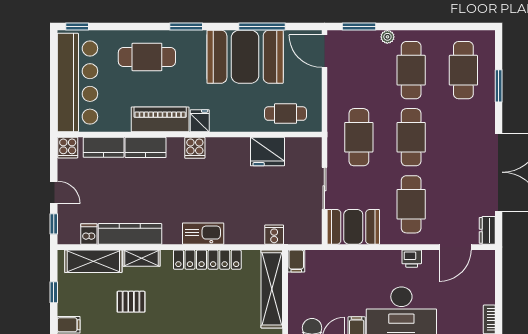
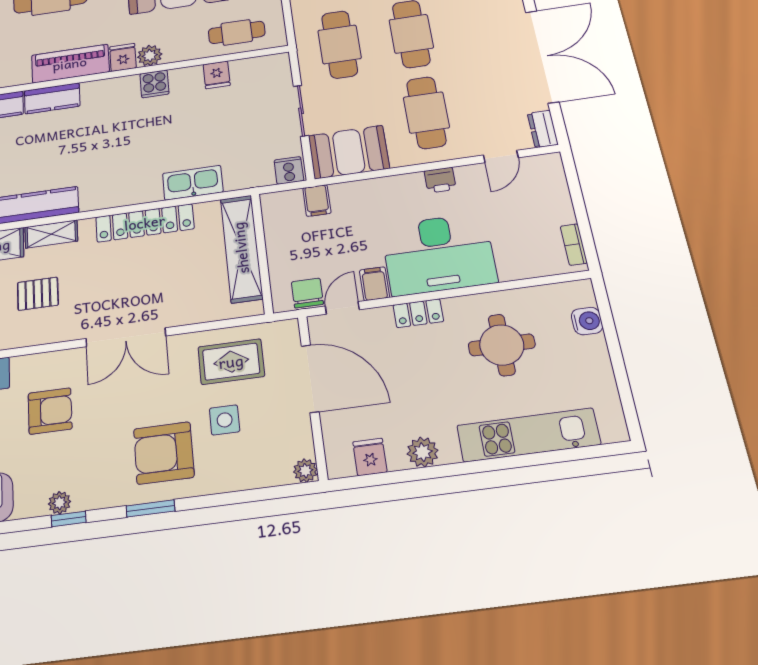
plant: (220, 123) -> (150, 56), added
cooker: (195, 148) -> (154, 84), moved
fridge: (267, 152) -> (217, 75), width x0.53, depth x0.75
kitchen sink: (203, 234) -> (193, 183), moved
cooker: (274, 235) -> (289, 170), moved
door: (455, 247) -> (501, 156), width x0.73
filing cabinet: (296, 261) -> (317, 201), moved

